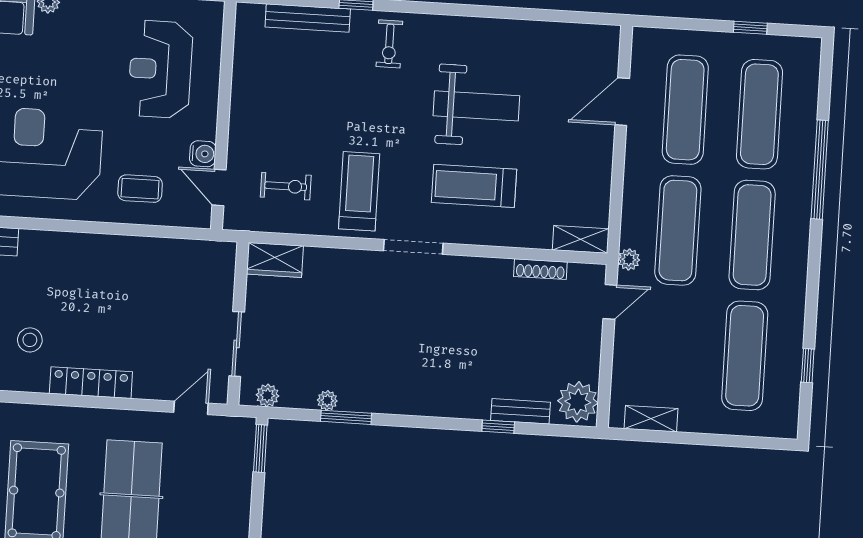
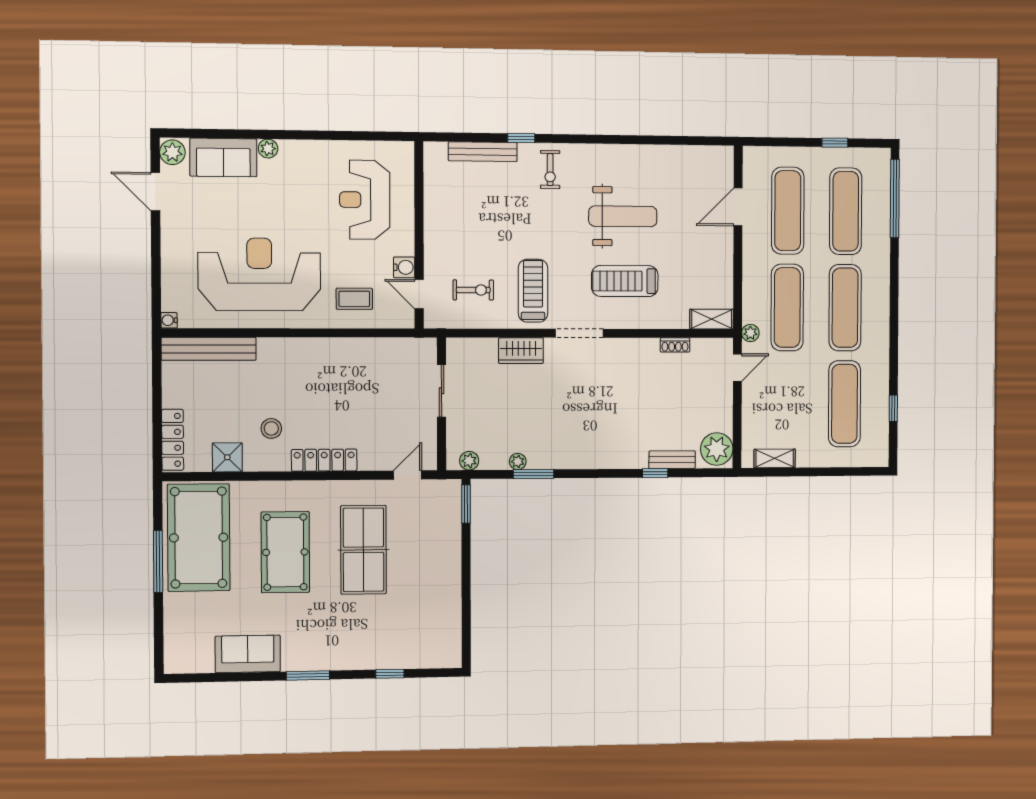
window: (820, 170) -> (895, 199), moved
wardrobe: (275, 260) -> (521, 351), moved
shoe rack: (540, 269) -> (675, 345), width x0.70
sliding door: (237, 344) -> (442, 391), moved

